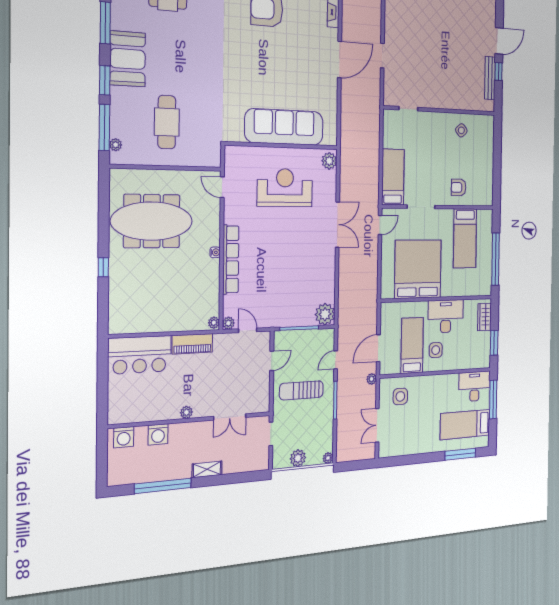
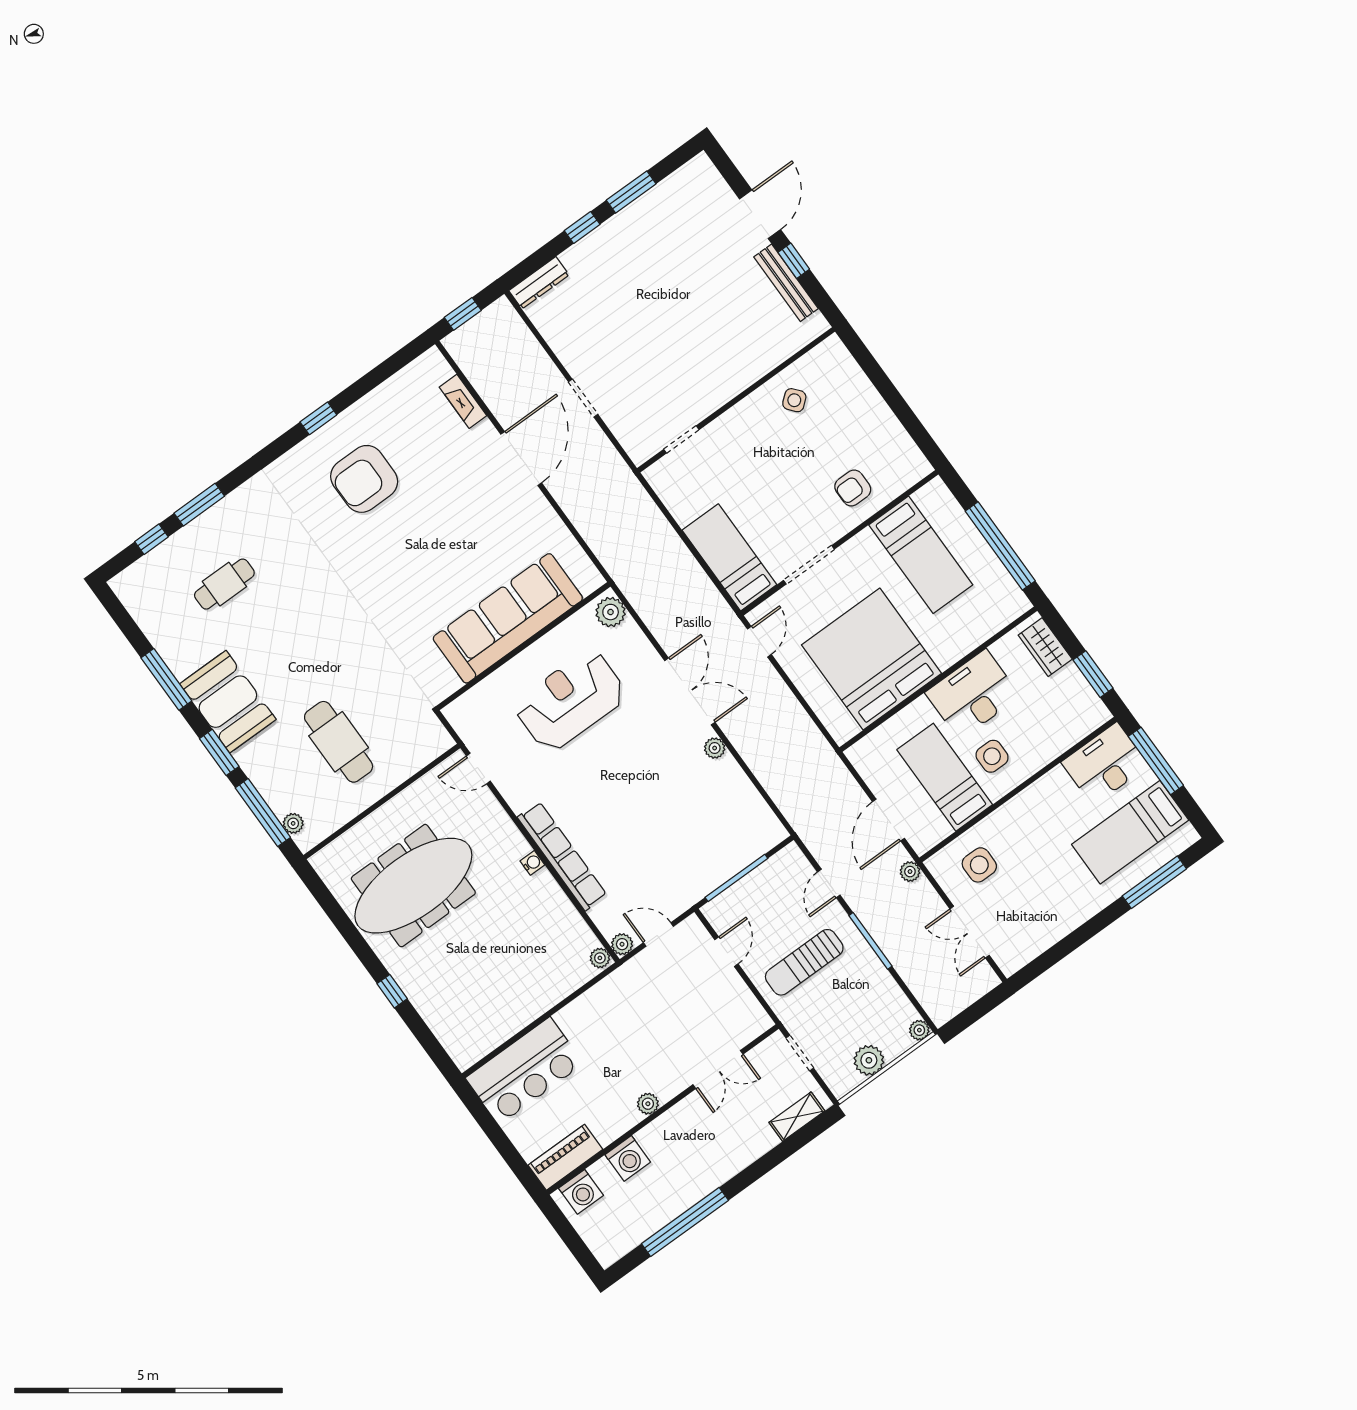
plant: (325, 314) -> (715, 748), moved, width x0.53, depth x0.53
piano: (192, 344) -> (565, 1157), moved, turned 180
shelving: (207, 469) -> (797, 1117), moved

